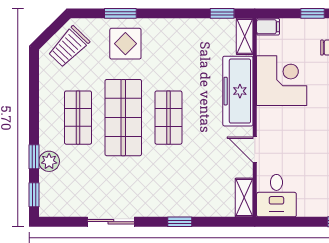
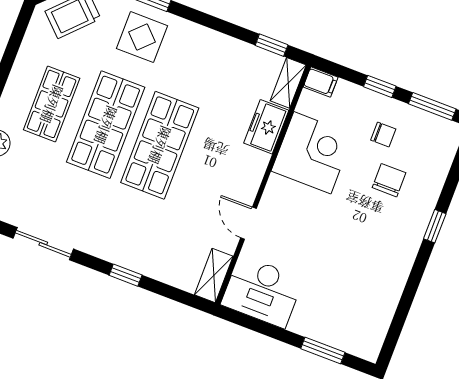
freezer: (238, 91) -> (266, 127), width x0.52, depth x0.79
shop shelf: (168, 118) -> (160, 145), width x1.43, depth x1.36
desk: (276, 196) -> (262, 291), width x1.37

